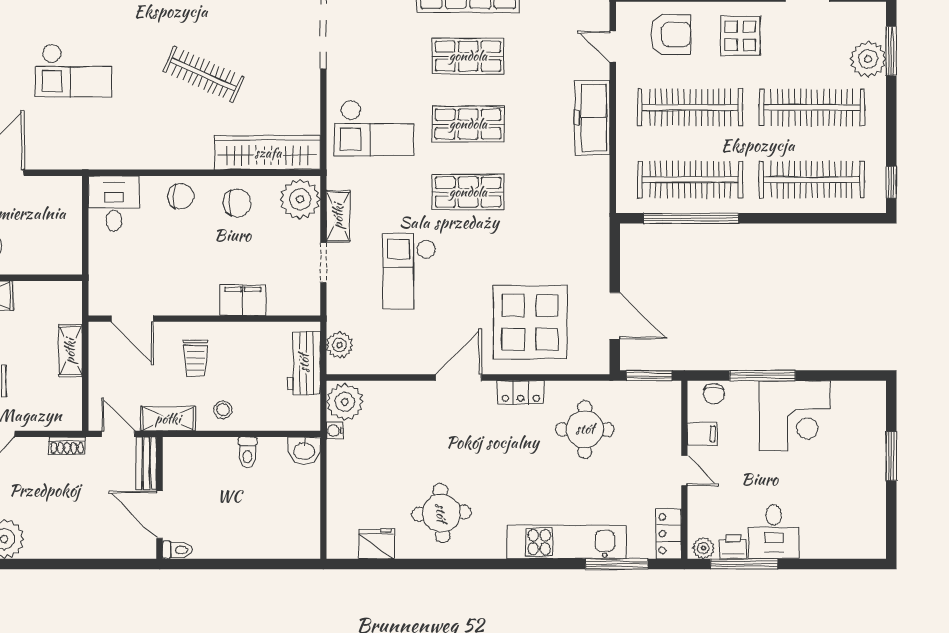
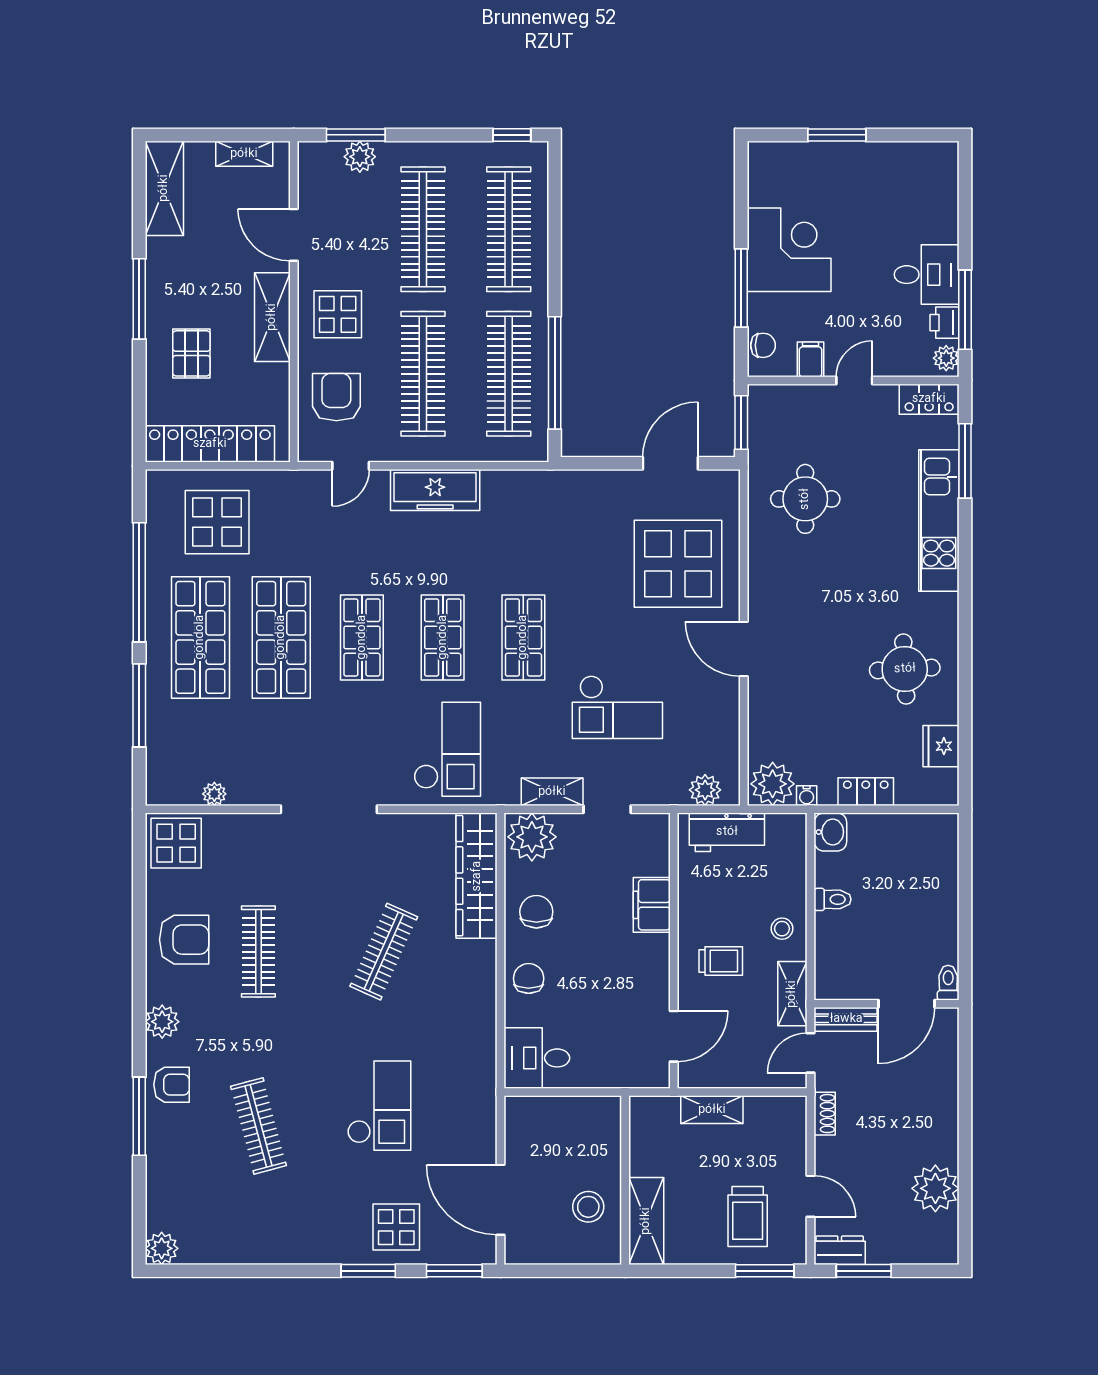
plant: (868, 59) -> (360, 157), width x0.73, depth x0.73
locker: (521, 392) -> (866, 792), moved, turned -90

